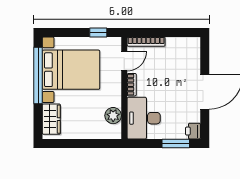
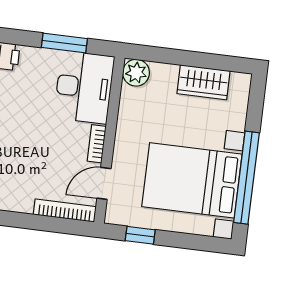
plant: (113, 116) -> (136, 73), moved
wardrobe: (51, 119) -> (203, 82), moved, turned -90
window: (176, 143) -> (64, 43), moved

